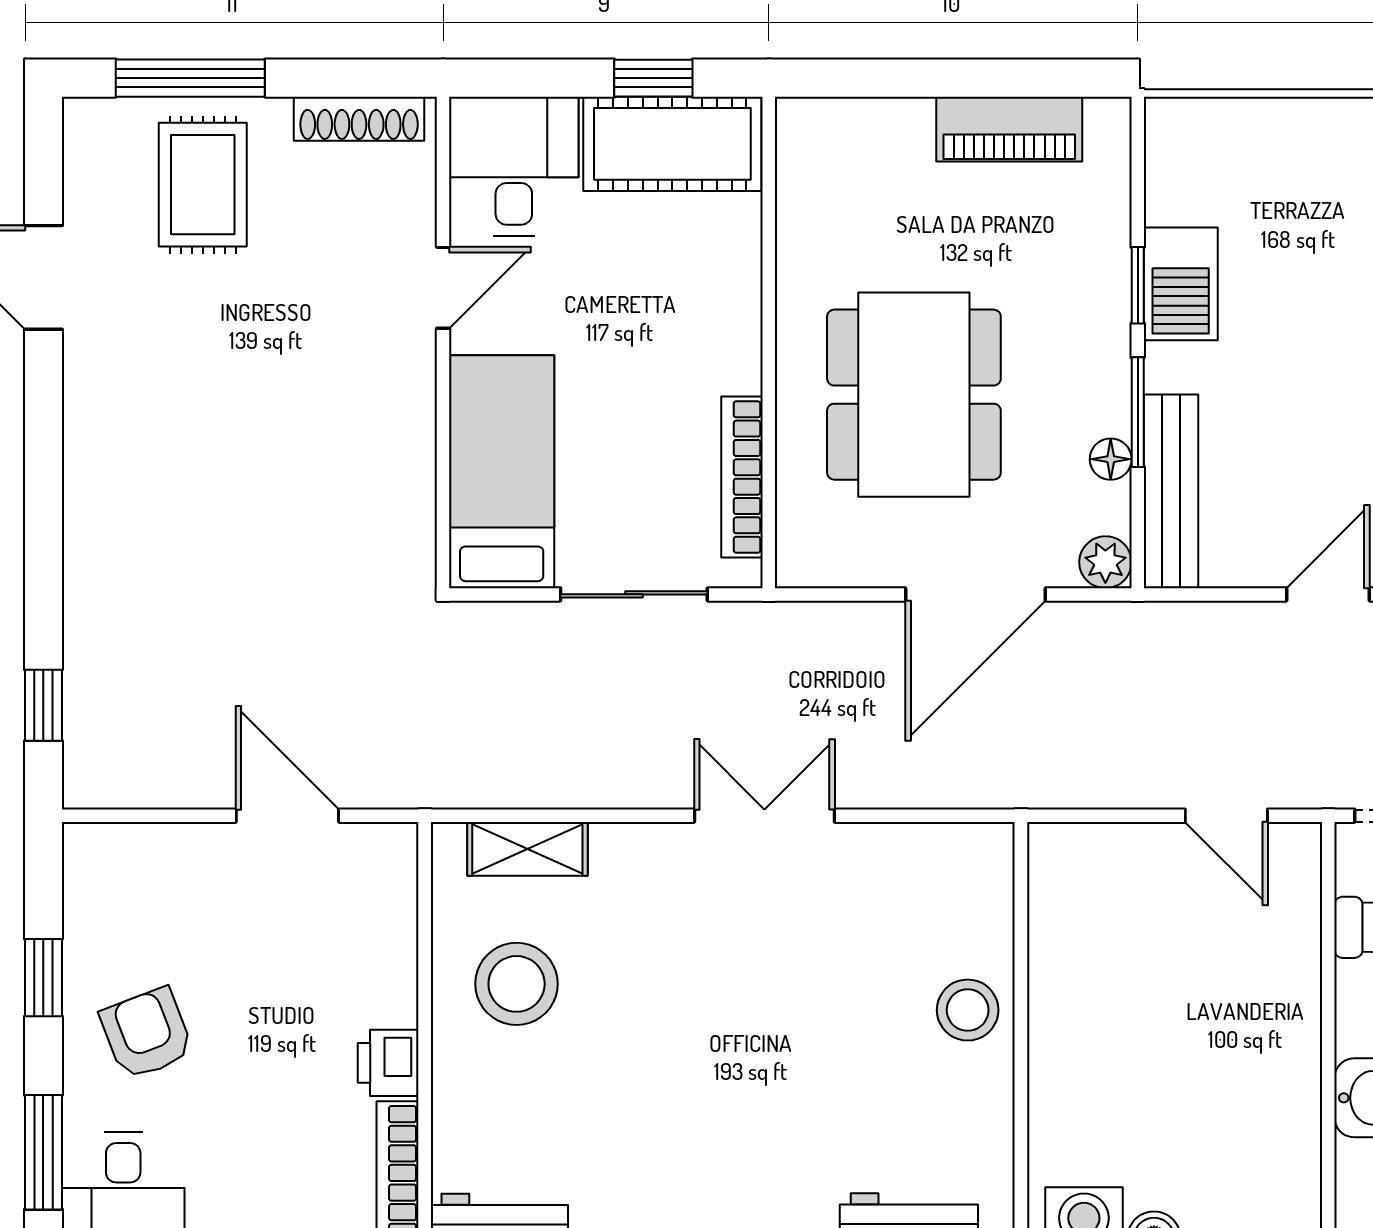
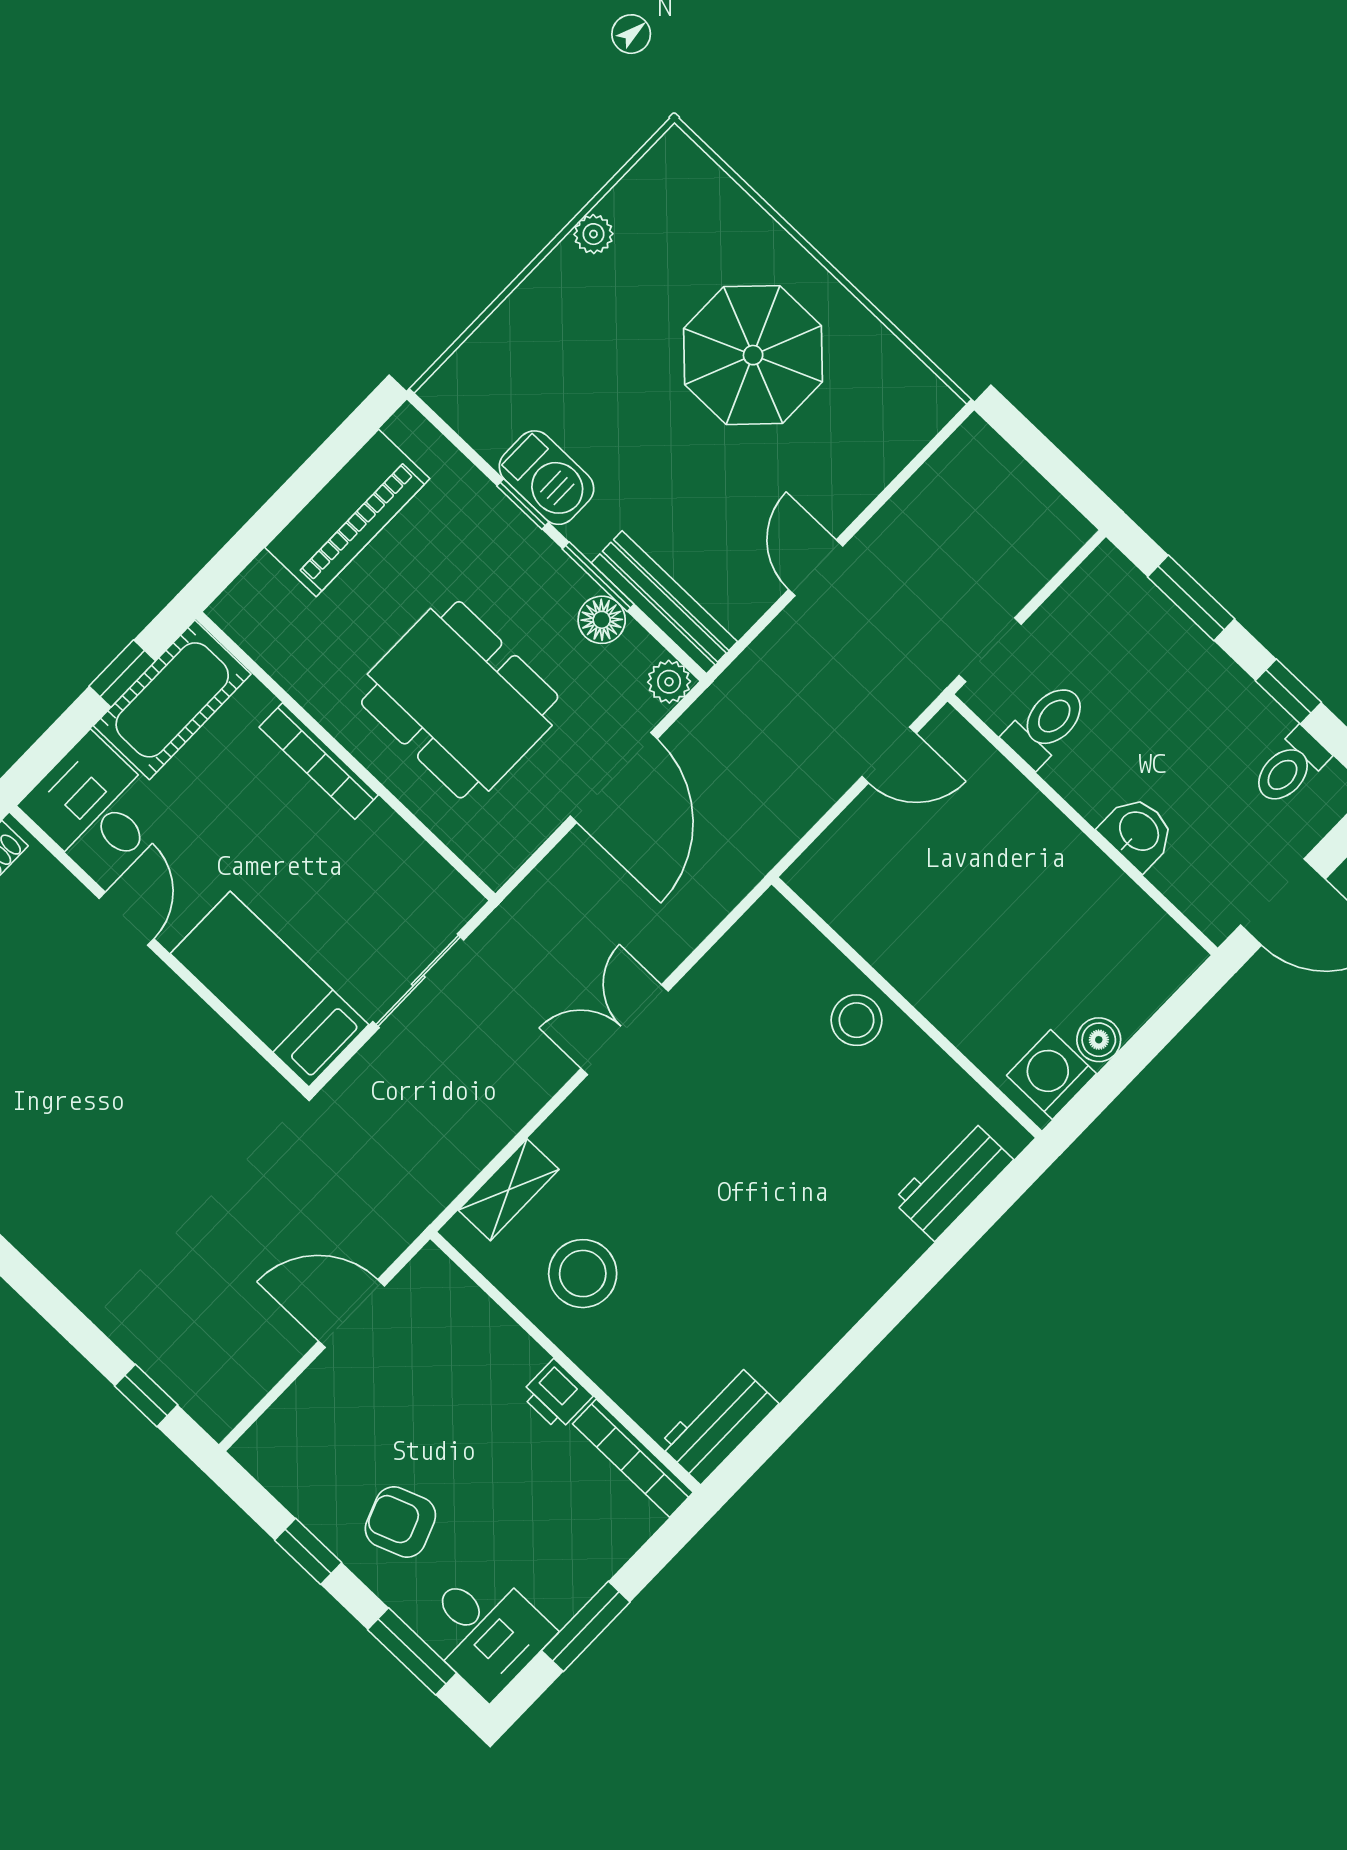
piano: (1009, 129) -> (347, 513), width x1.37, depth x1.33
floor lamp: (1111, 459) -> (602, 620), width x1.37, depth x1.37
bookcase: (742, 477) -> (319, 761), moved

